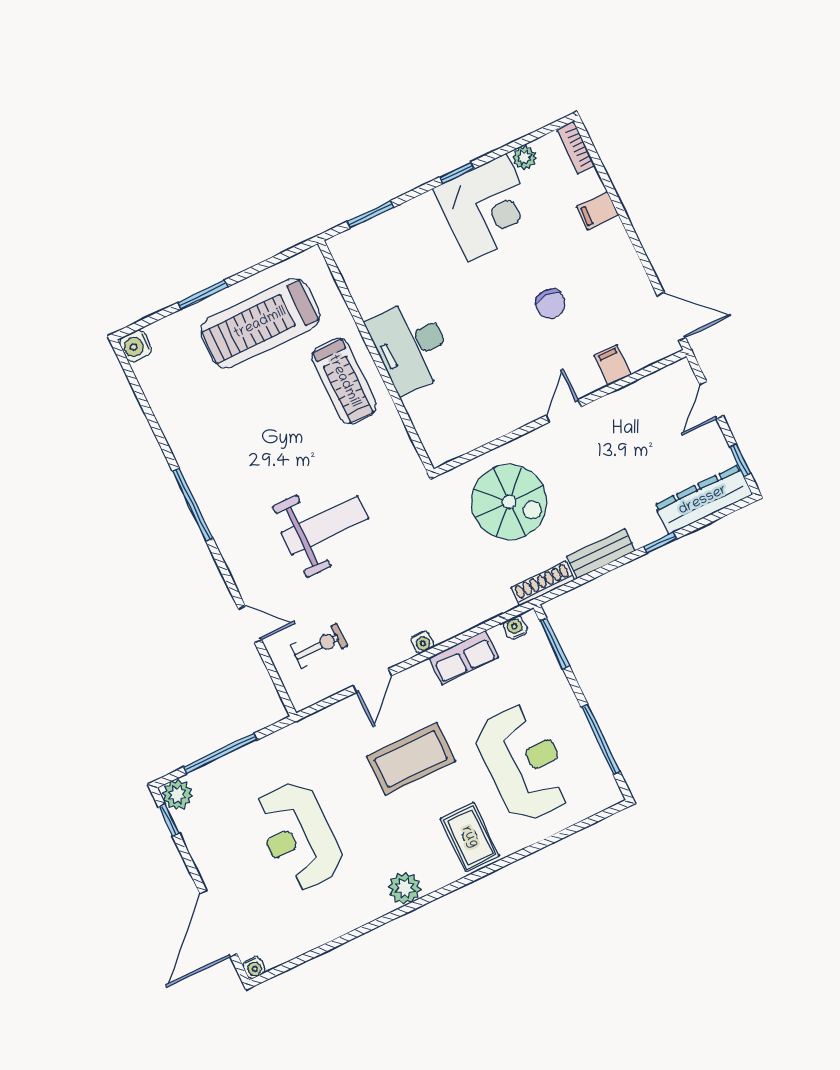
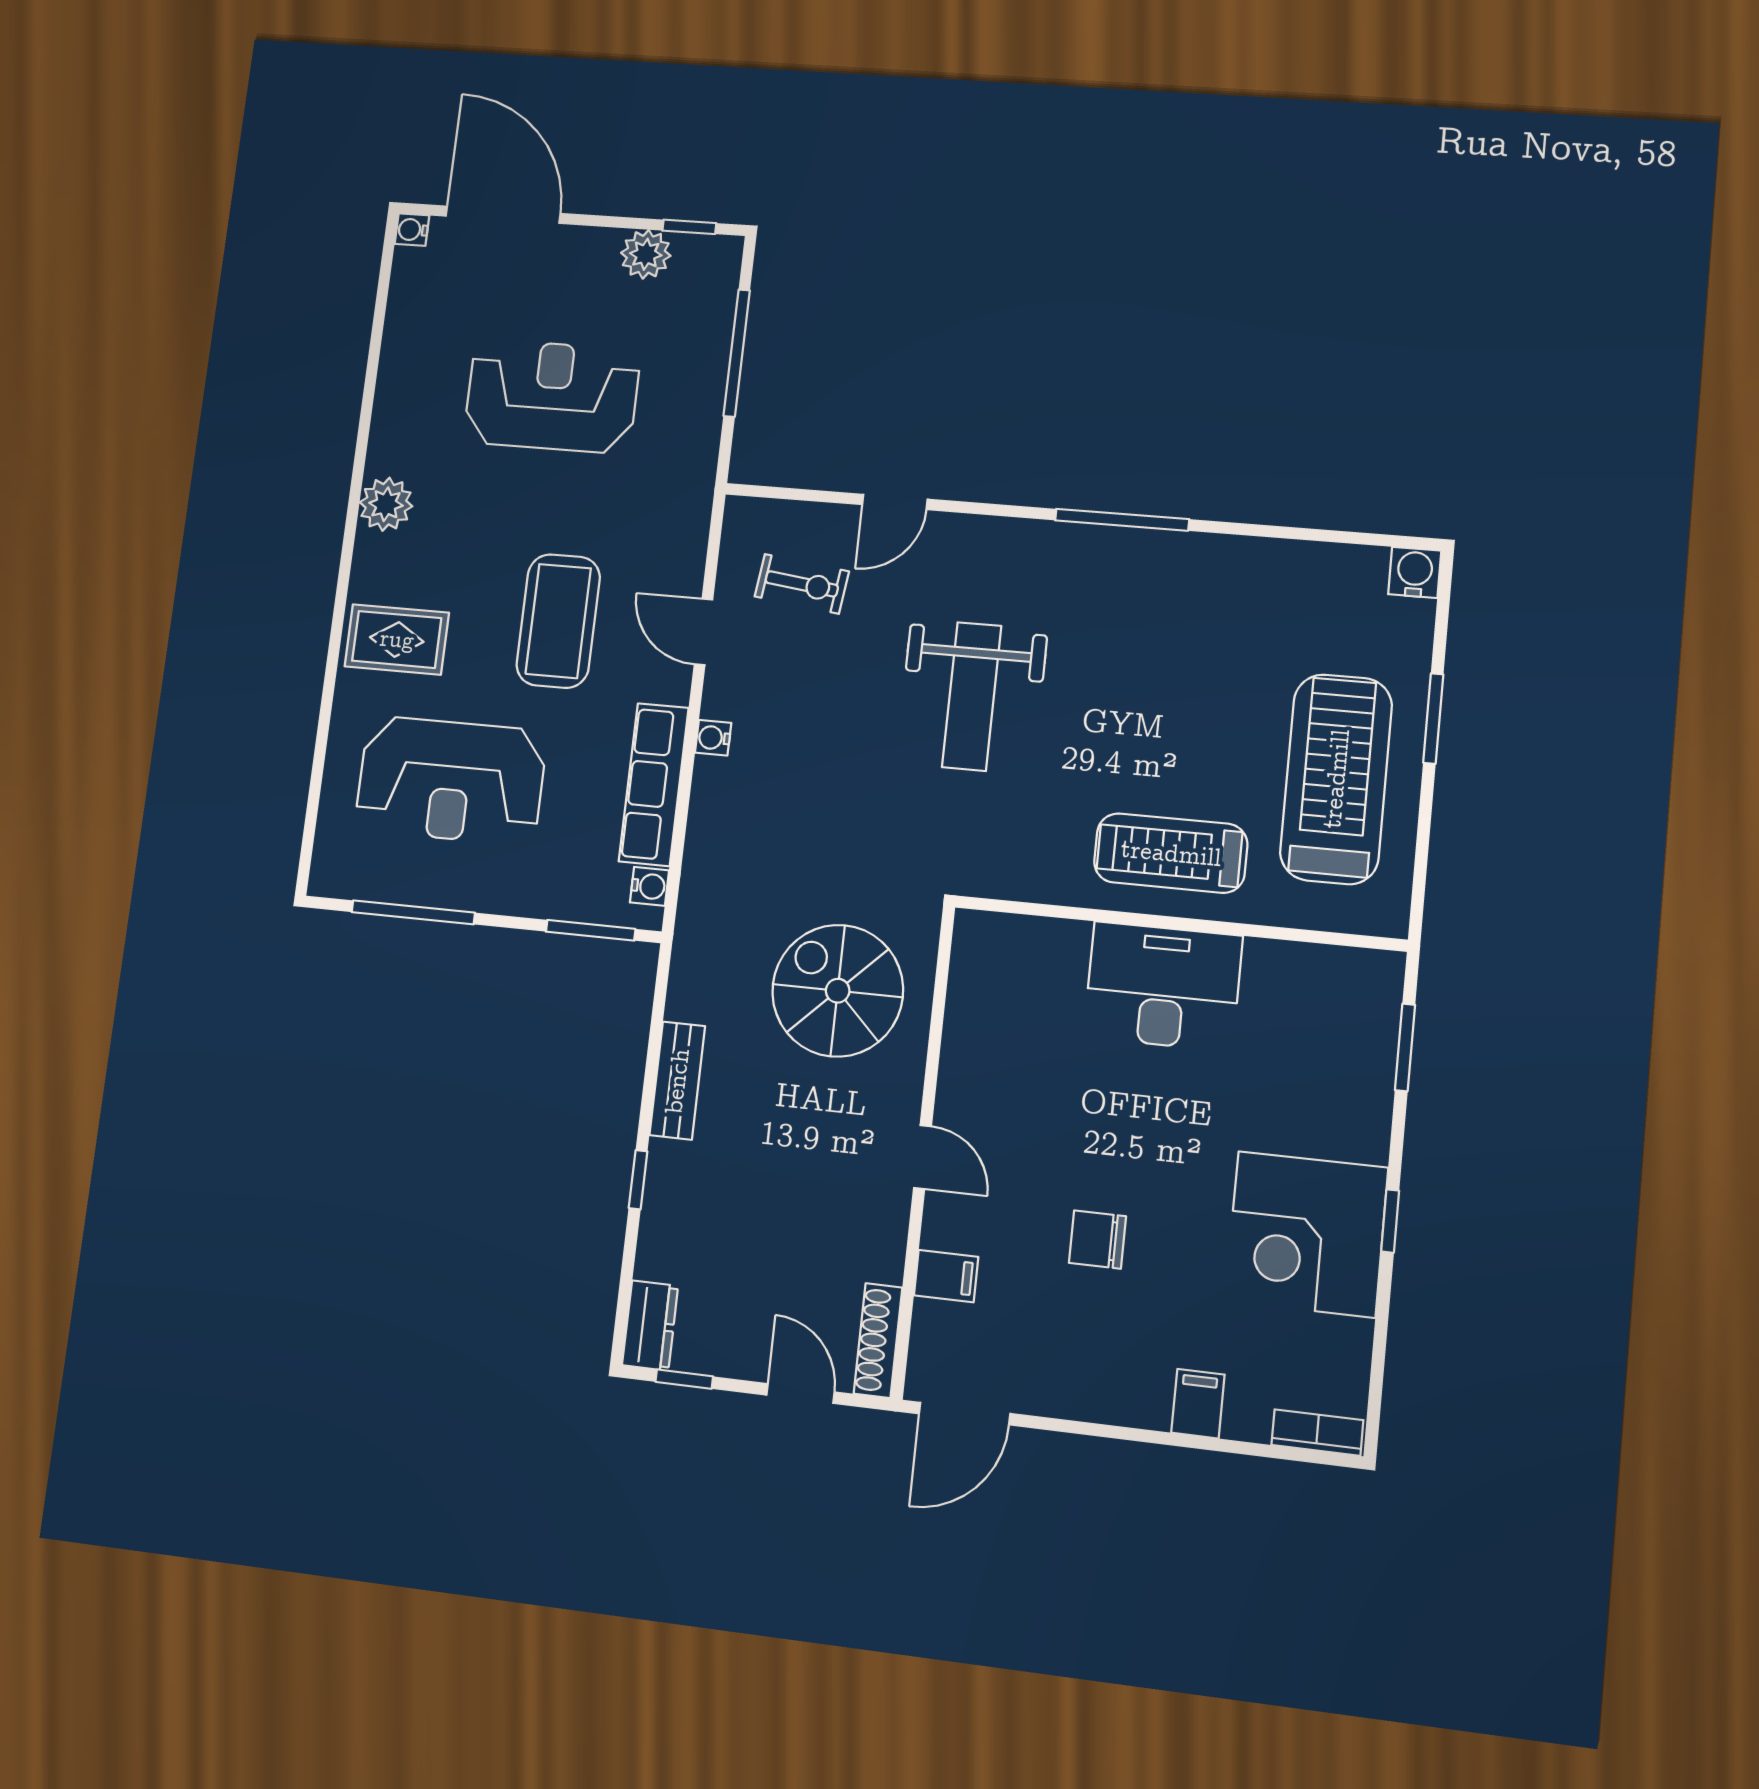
plant: (524, 158) -> (1351, 1342), removed
dresser: (703, 500) -> (650, 1325), width x0.51, depth x0.80
spiral stairs: (509, 502) -> (838, 991), turned 90
shoe rack: (543, 584) -> (878, 1341), moved, turned 180
exercise bike: (319, 646) -> (802, 584), turned -83
row of seats: (464, 657) -> (654, 784), width x1.48
plant: (177, 795) -> (646, 254), moved

